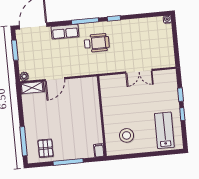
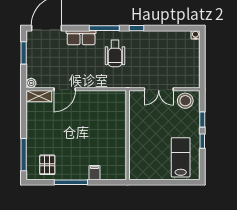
wheelchair: (97, 43) -> (115, 54), turned 90
wall: (102, 116) -> (128, 135), moved
stool: (127, 135) -> (185, 101), moved
filing cabinet: (99, 150) -> (94, 173), moved

